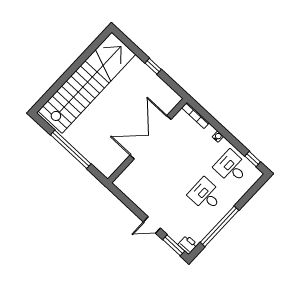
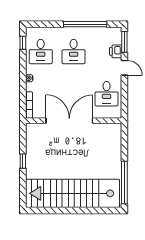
double door: (151, 137) -> (69, 121), swing flipped
window: (71, 149) -> (124, 183), moved
desk: (144, 190) -> (107, 94), added
printer: (188, 245) -> (116, 51), moved

